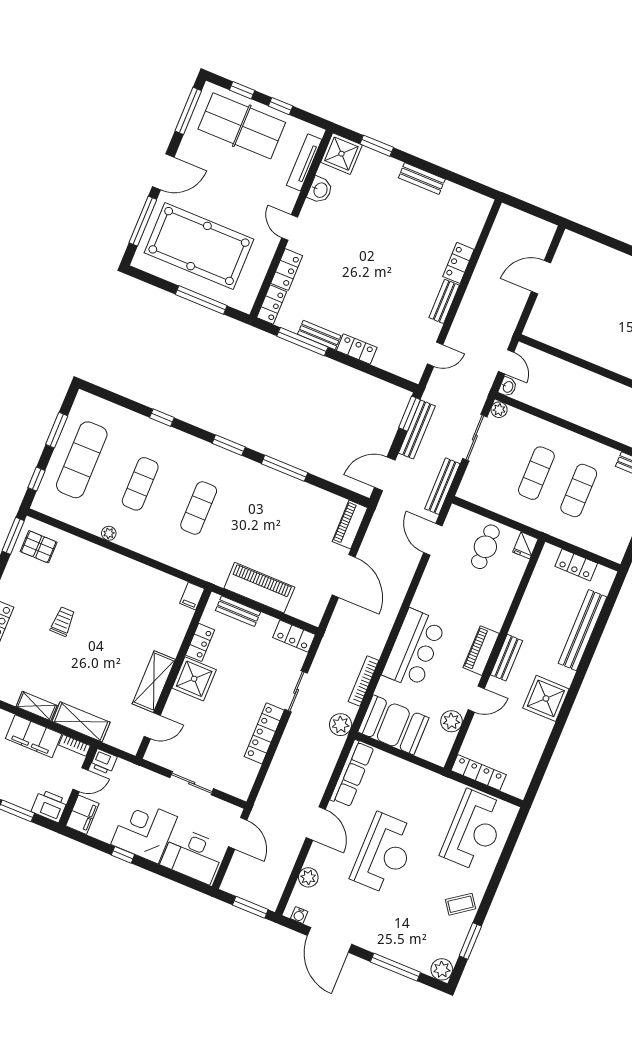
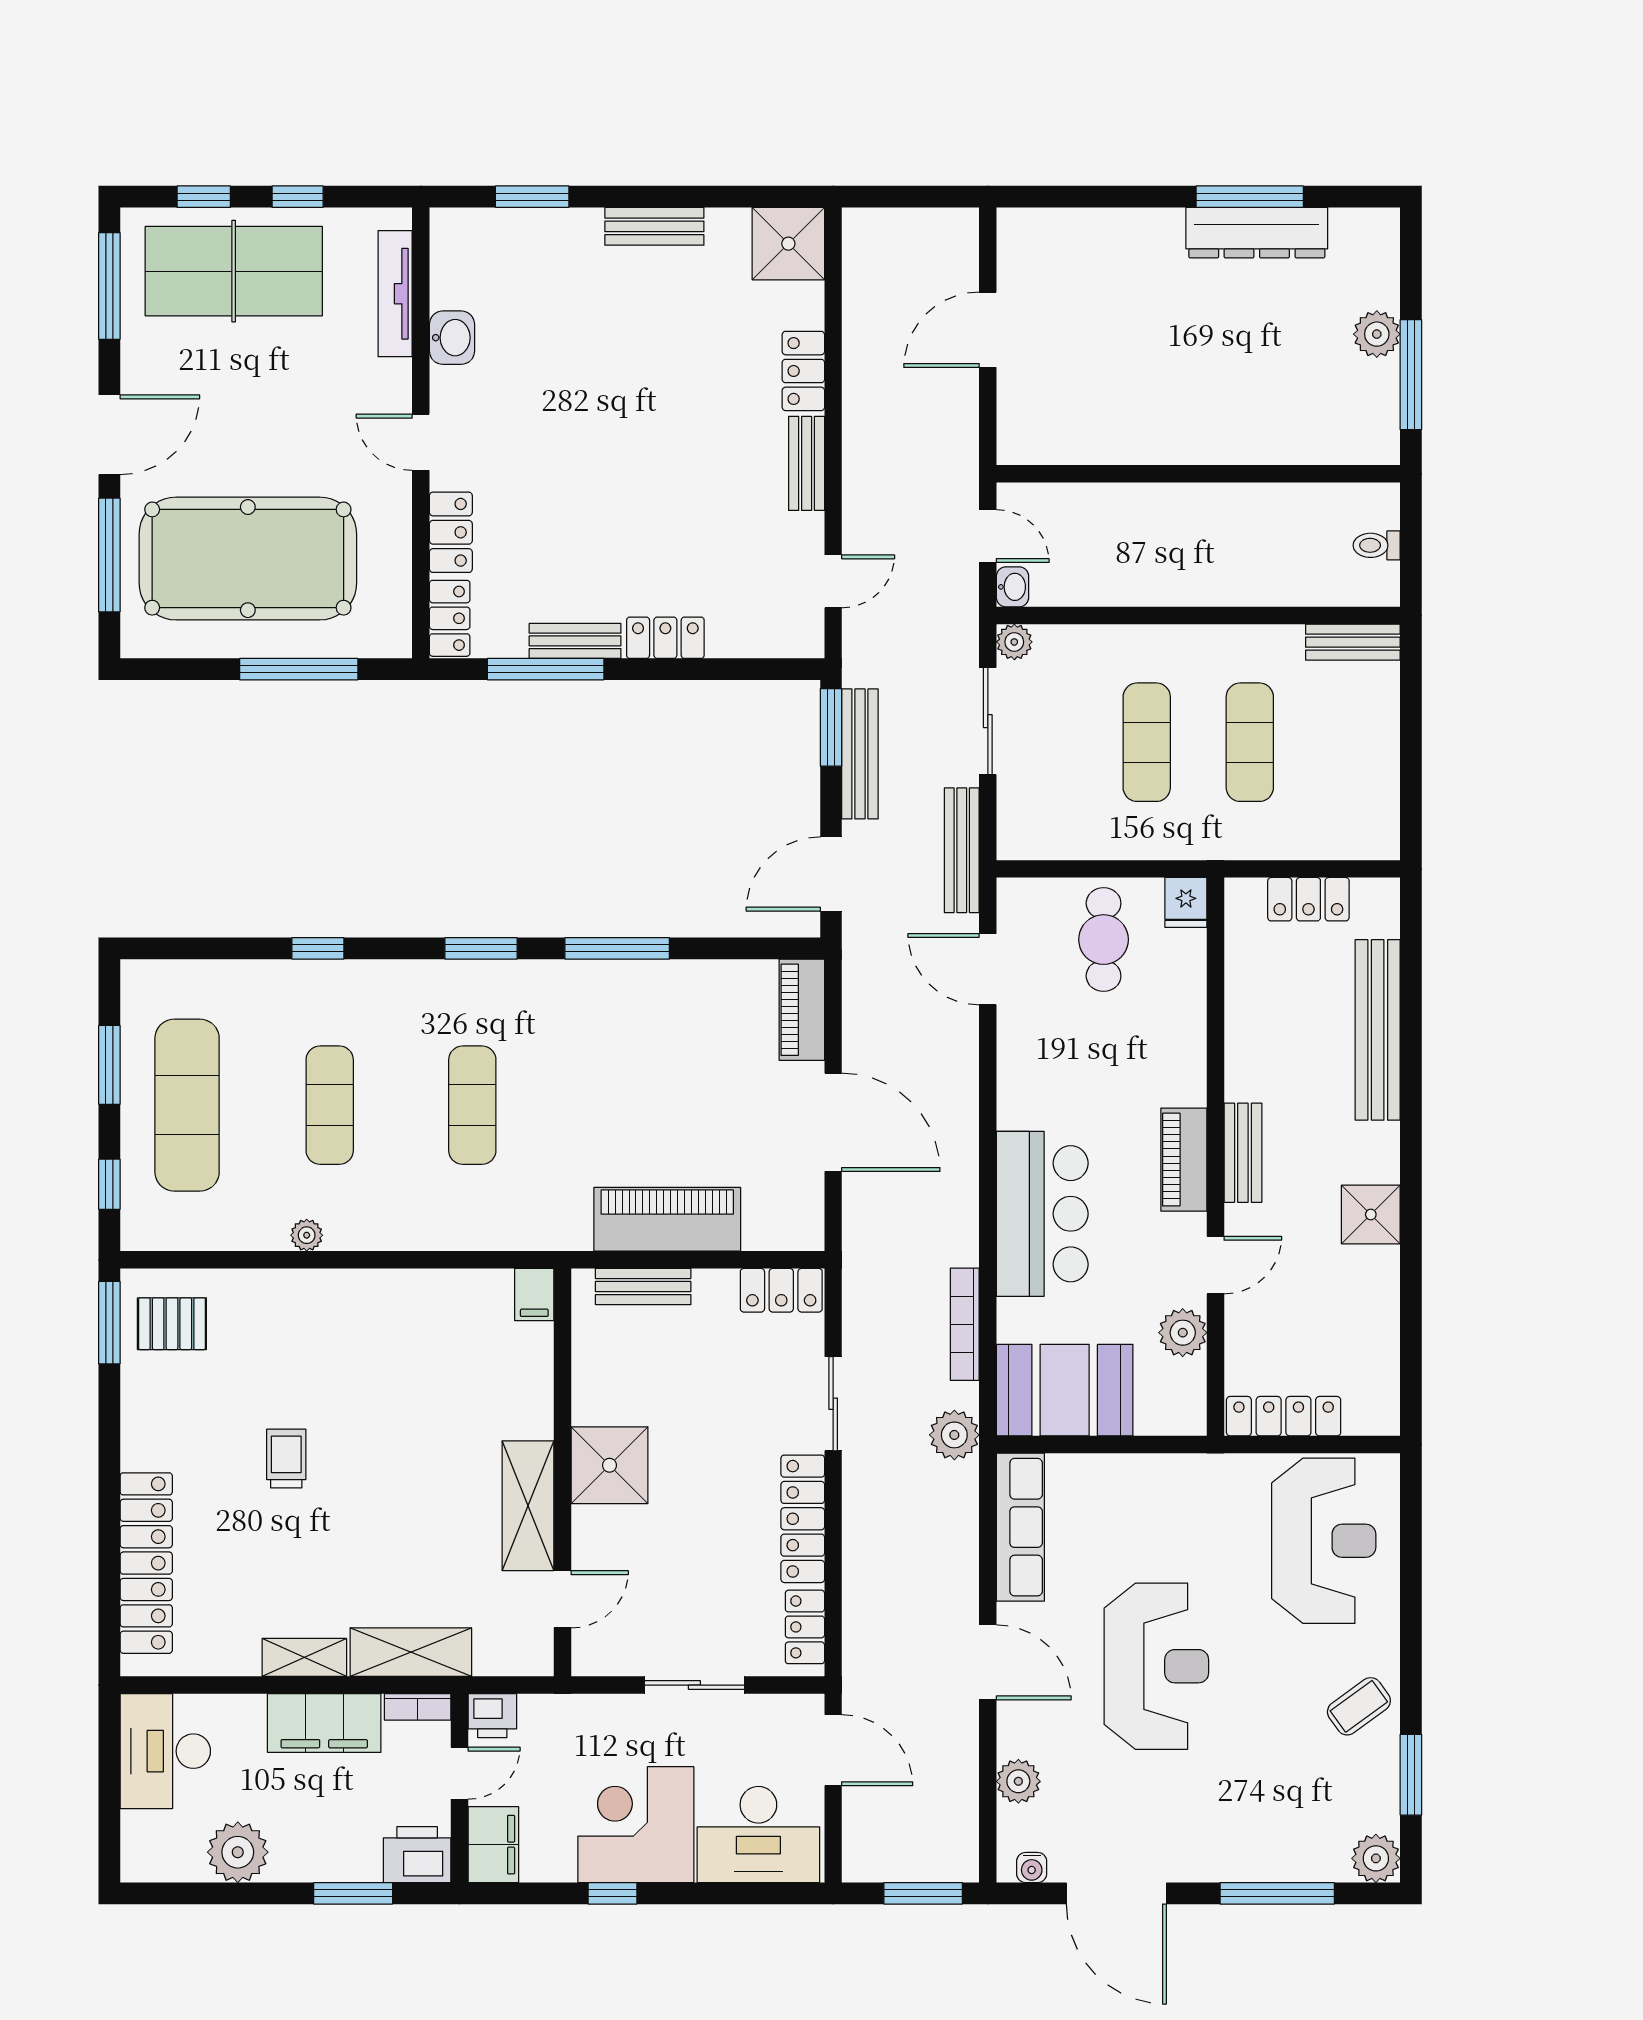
shower: (341, 154) -> (788, 244), moved
locker: (200, 642) -> (805, 1627), moved, turned 180
shower: (546, 698) -> (1371, 1214), width x0.73, depth x0.73

